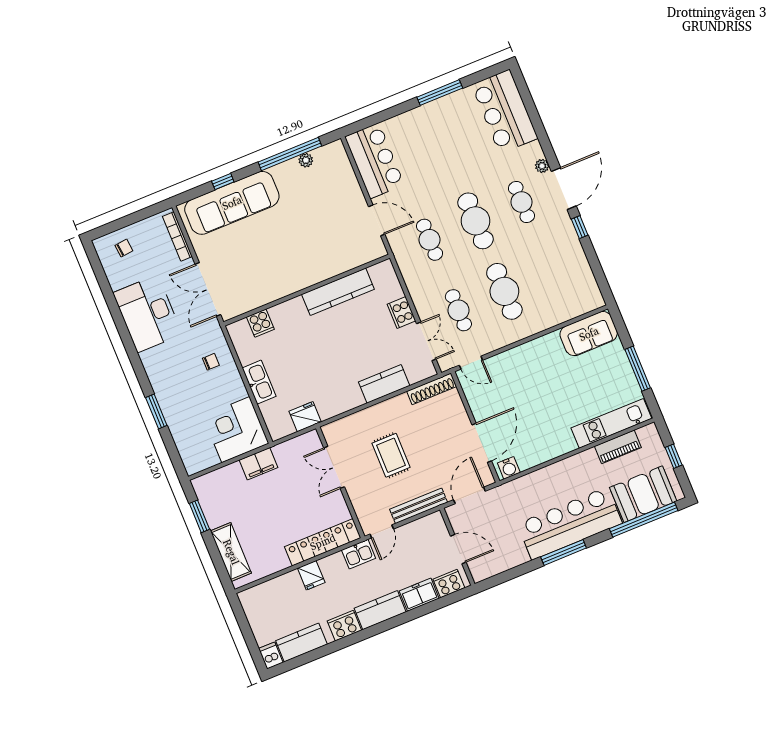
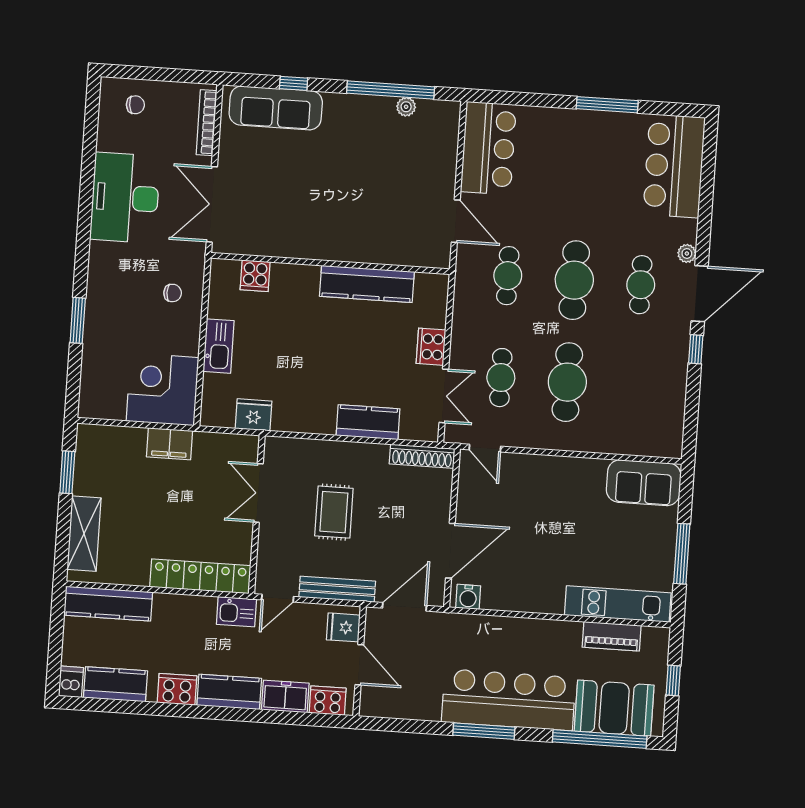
sofa: (232, 203) -> (276, 108), width x0.74, depth x0.79
fridge: (311, 575) -> (343, 627), moved, turned 90
kitchen counter: (270, 591) -> (108, 604), added

